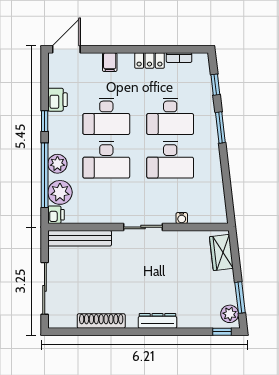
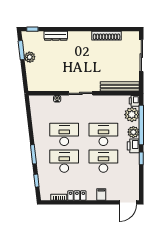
printer: (57, 100) -> (133, 146), moved
wardrobe: (221, 252) -> (33, 78), removed
plant: (230, 314) -> (30, 57), moved
dresser: (157, 321) -> (56, 36), moved

